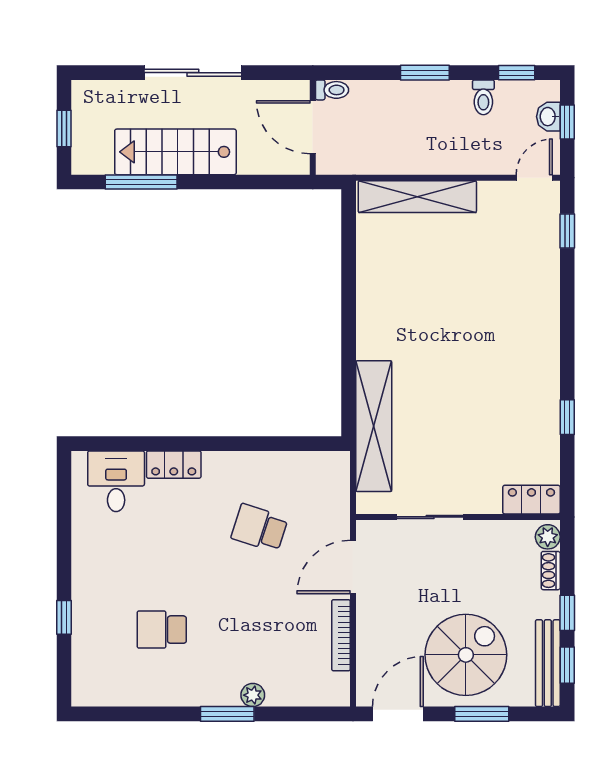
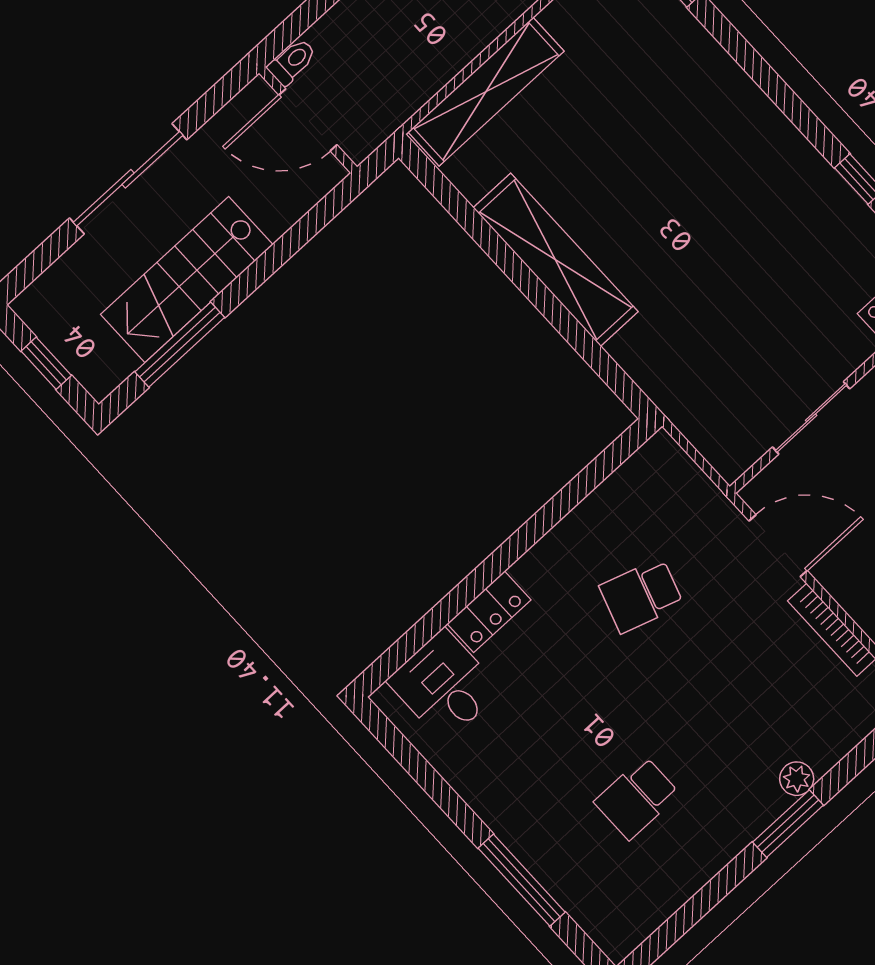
shelving: (374, 426) -> (556, 260), moved
door: (353, 567) -> (778, 546), swing flipped
window: (64, 617) -> (522, 880), width x2.17

